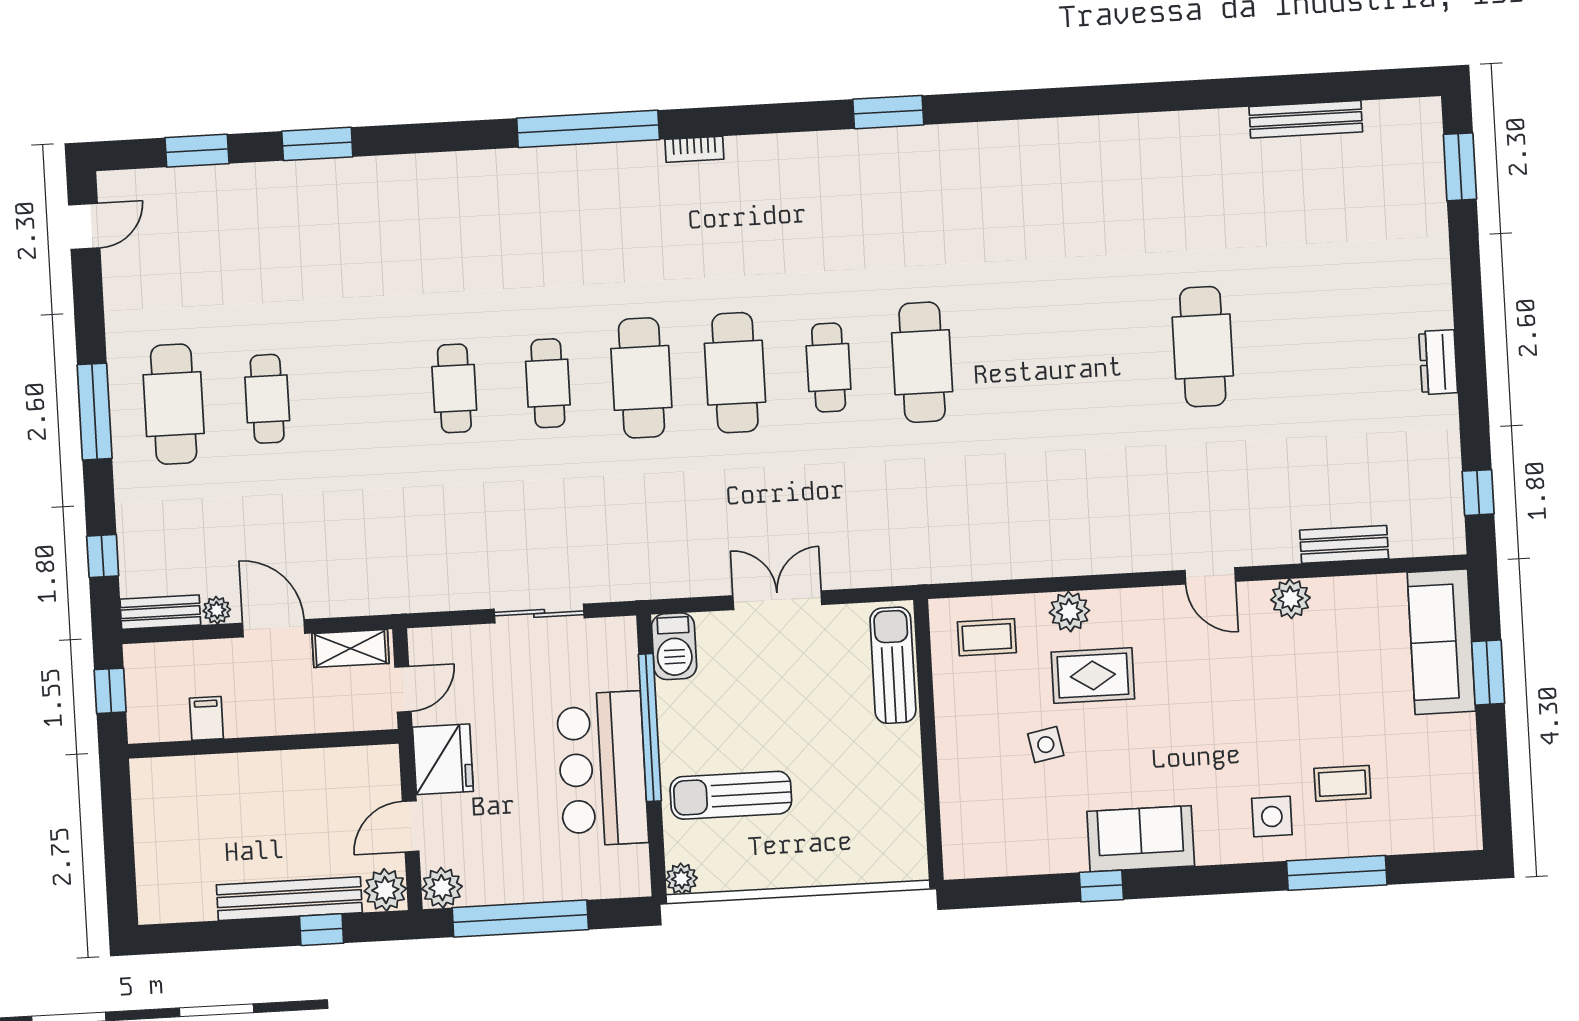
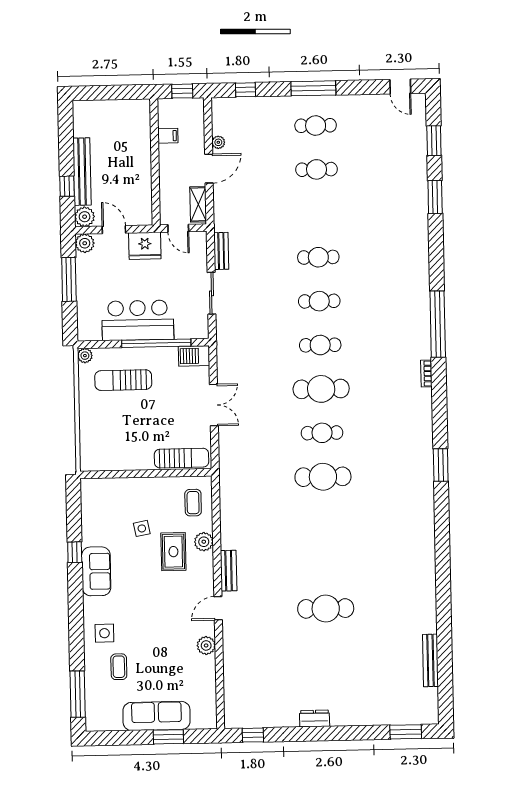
cafe table: (641, 378) -> (320, 345), width x0.73, depth x0.74
cafe table: (174, 404) -> (316, 125), width x0.73, depth x0.74
bench: (1344, 544) -> (229, 571), moved
bench: (160, 612) -> (221, 251), moved
sofa: (1441, 642) -> (157, 716), moved
sun lounger: (731, 795) -> (123, 380), turned -90
window: (1337, 873) -> (78, 694), moved
window: (520, 919) -> (69, 279), width x0.68

